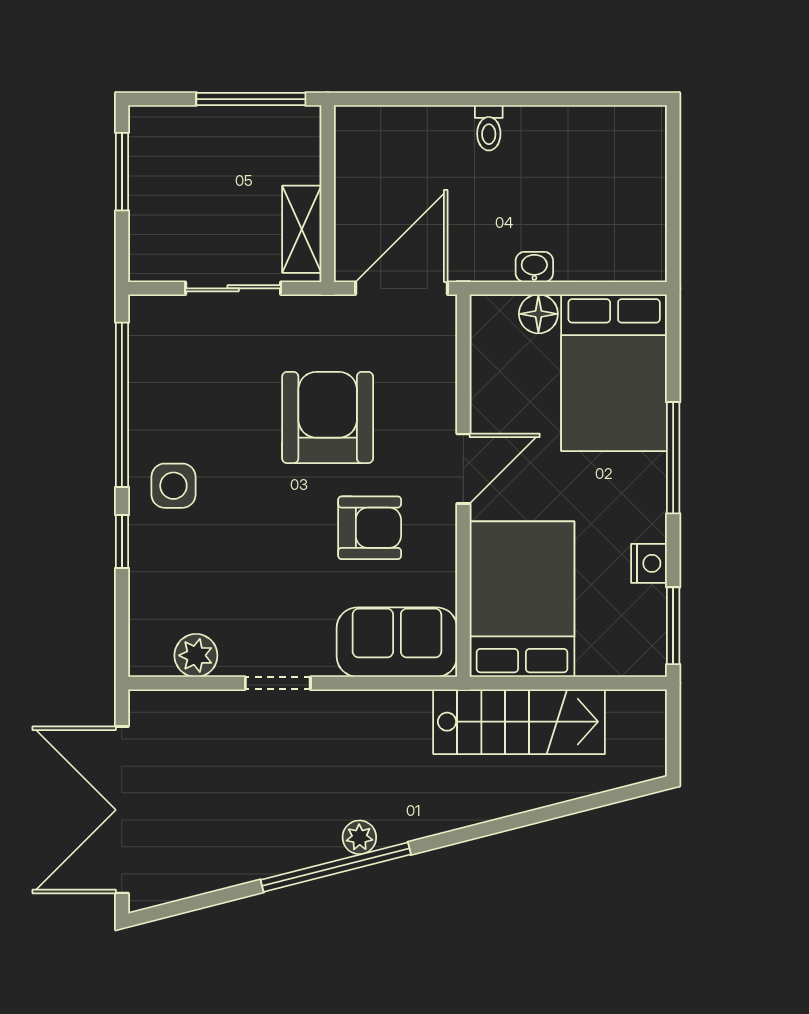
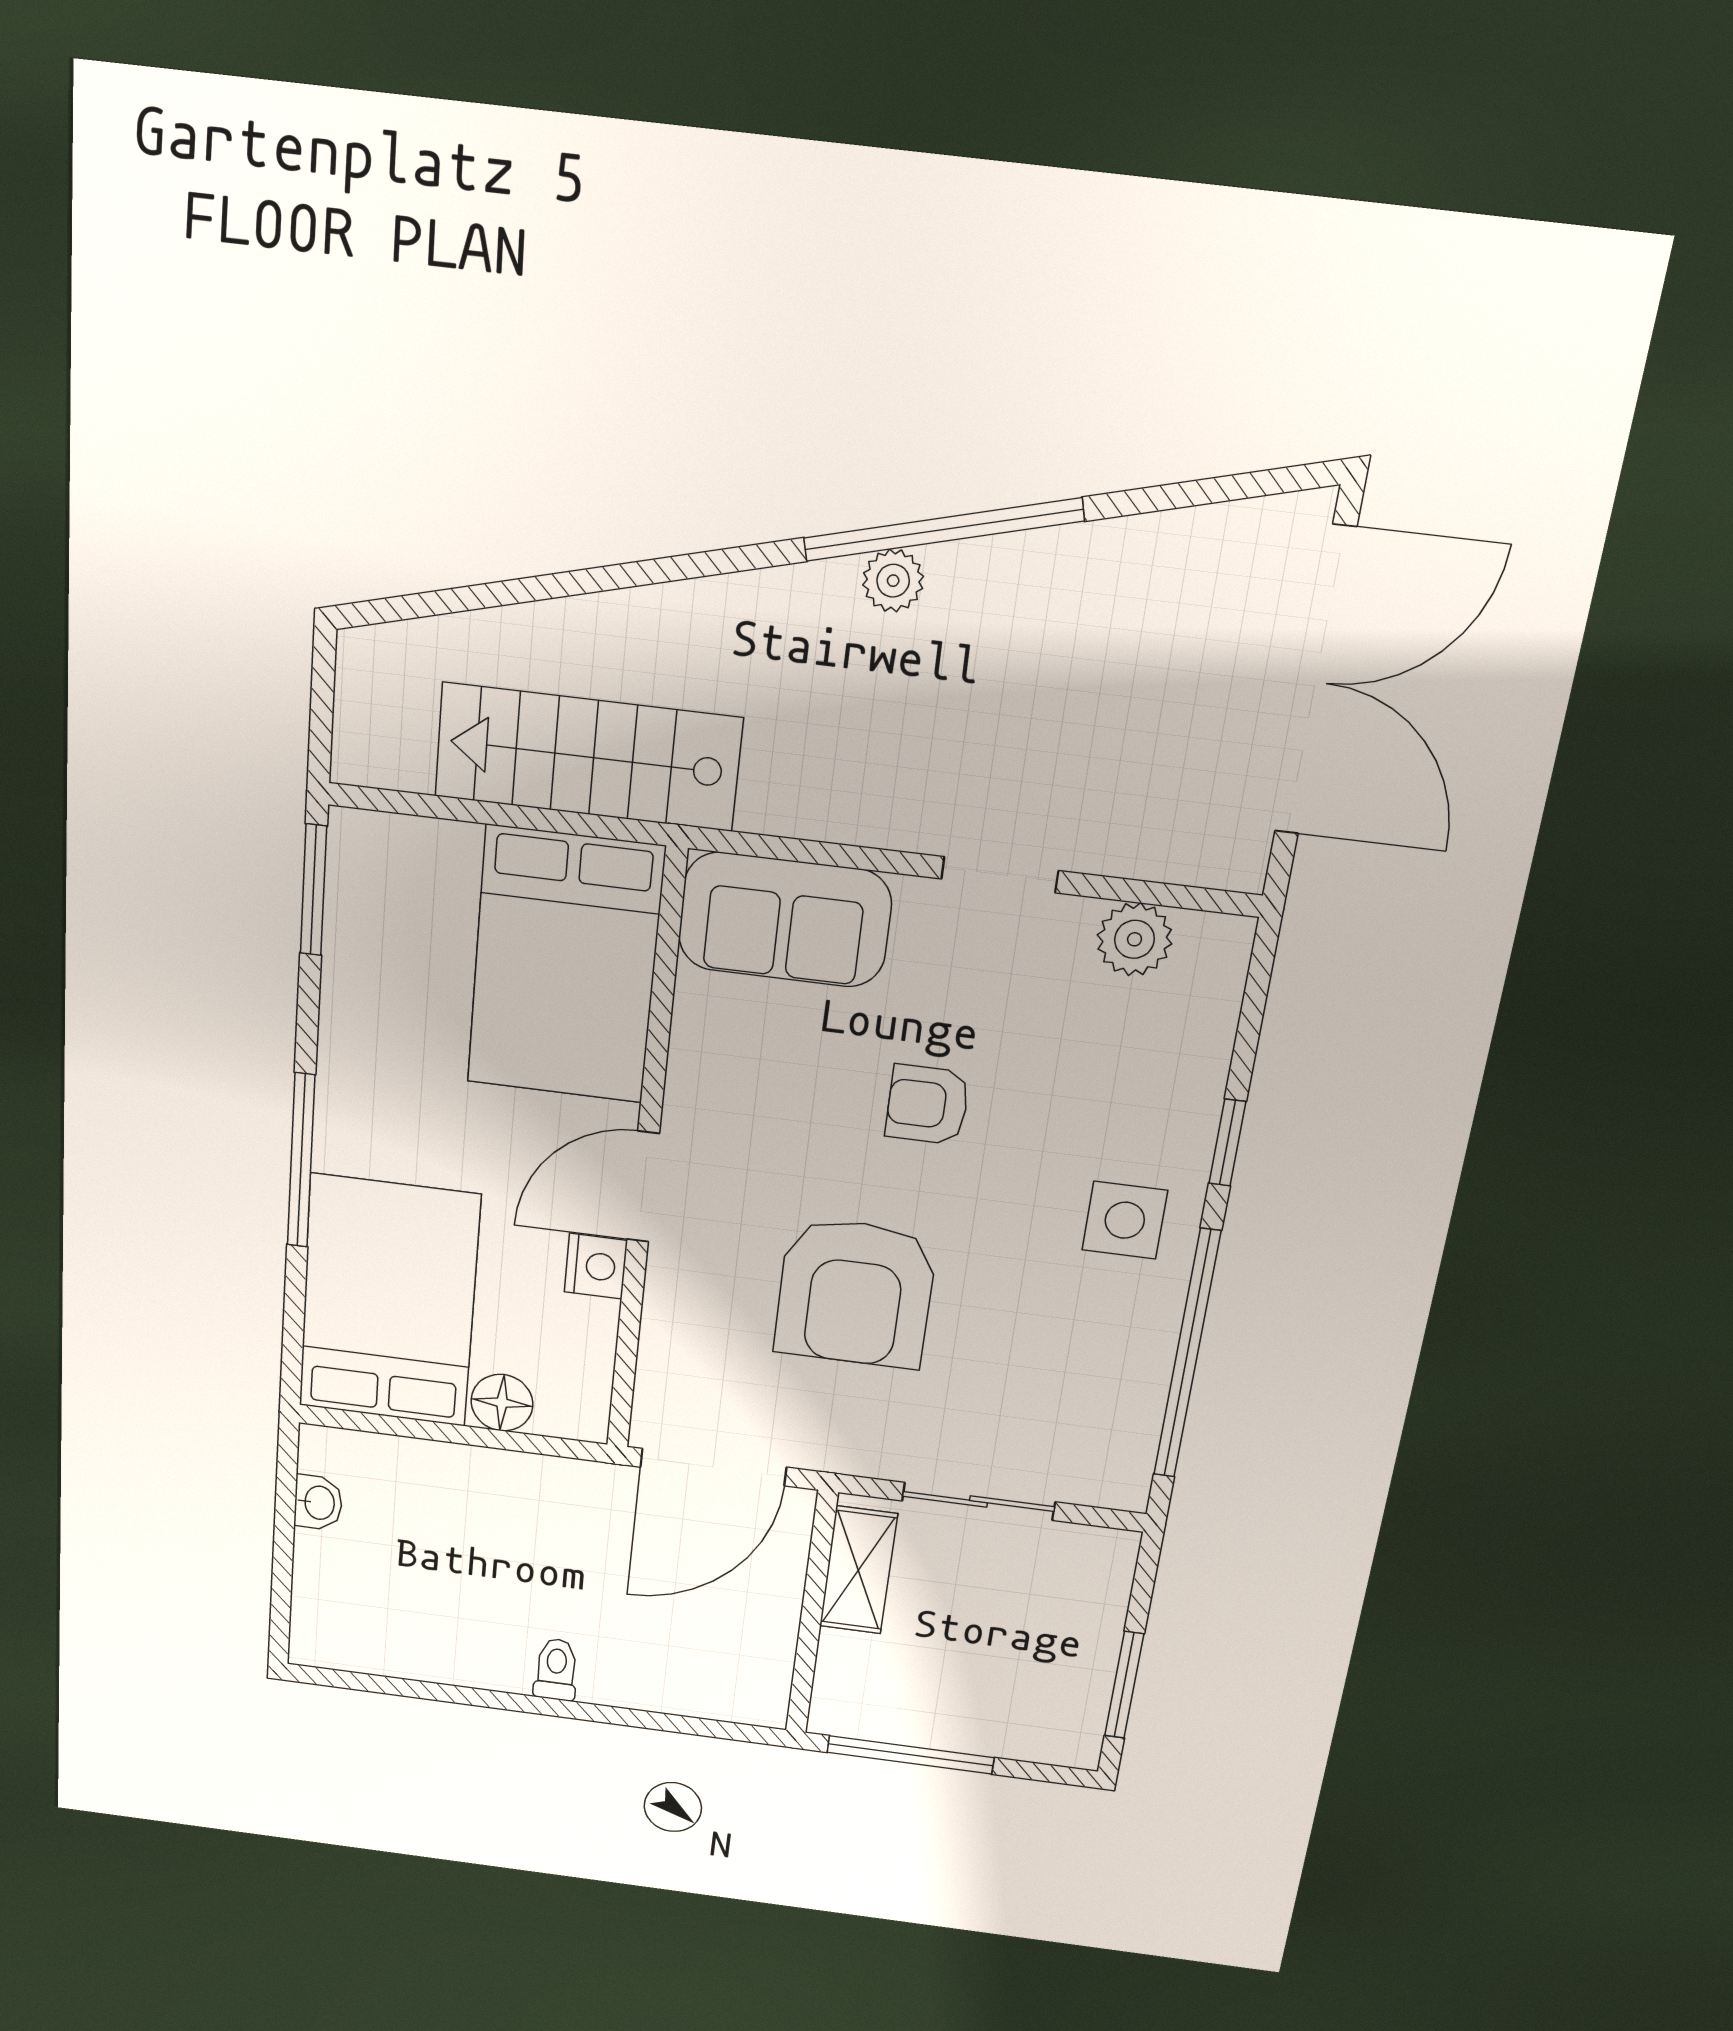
washbasin: (534, 267) -> (318, 1503), moved, turned -90
armchair: (370, 528) -> (928, 1105), moved, width x0.72, depth x0.72
nightstand: (649, 563) -> (596, 1266), moved, turned 180

